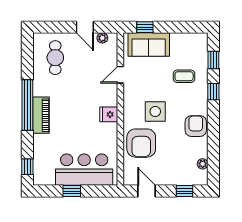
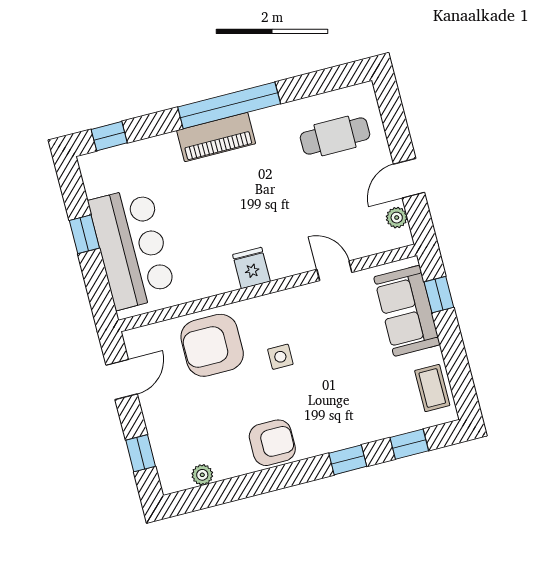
coffee table: (184, 76) -> (432, 388), moved
side table: (155, 111) -> (280, 357), width x0.54, depth x0.54

